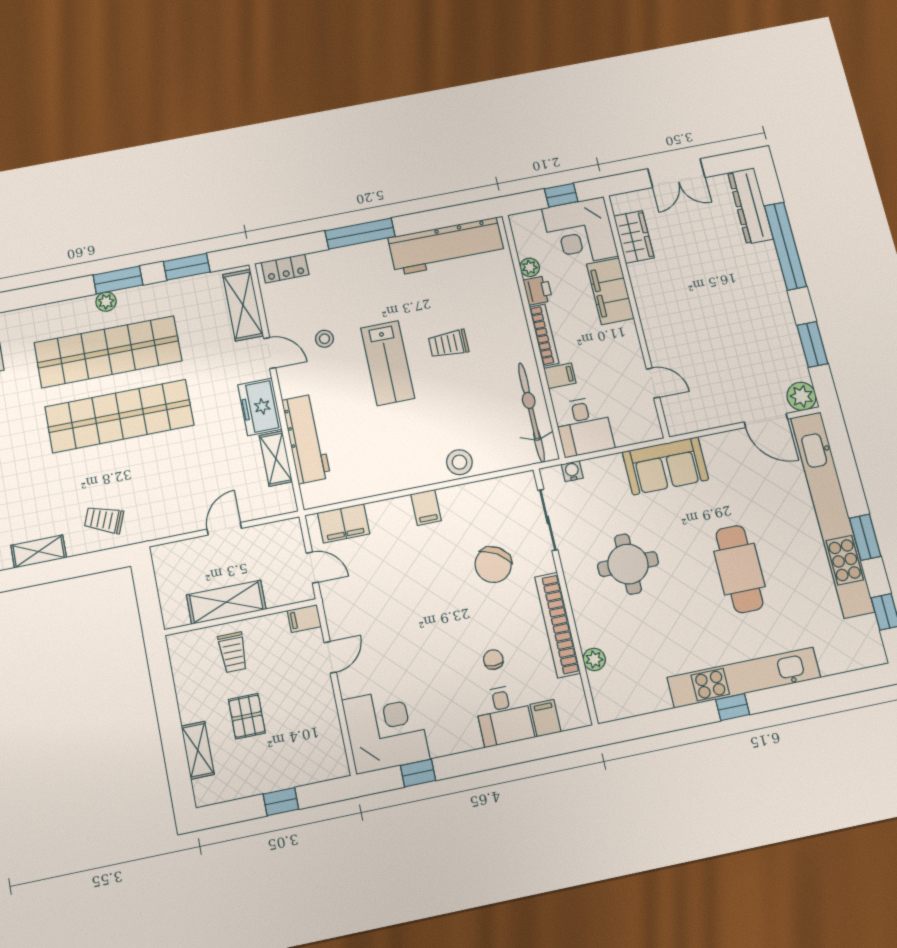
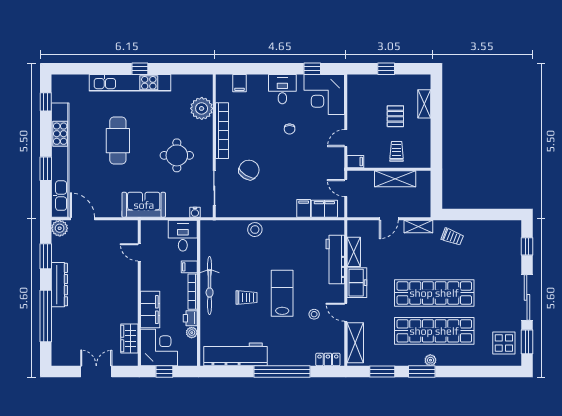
dresser: (750, 206) -> (59, 285), moved
window: (360, 234) -> (282, 372), width x1.46
bicycle: (531, 412) -> (210, 285), moved
filing cabinet: (426, 507) -> (304, 208), moved
window: (865, 537) -> (46, 169), moved
shelving: (39, 552) -> (418, 227), moved
plant: (594, 659) -> (202, 108), width x1.88, depth x1.88
chair: (493, 660) -> (290, 129), moved
desk: (504, 715) -> (282, 89), moved

